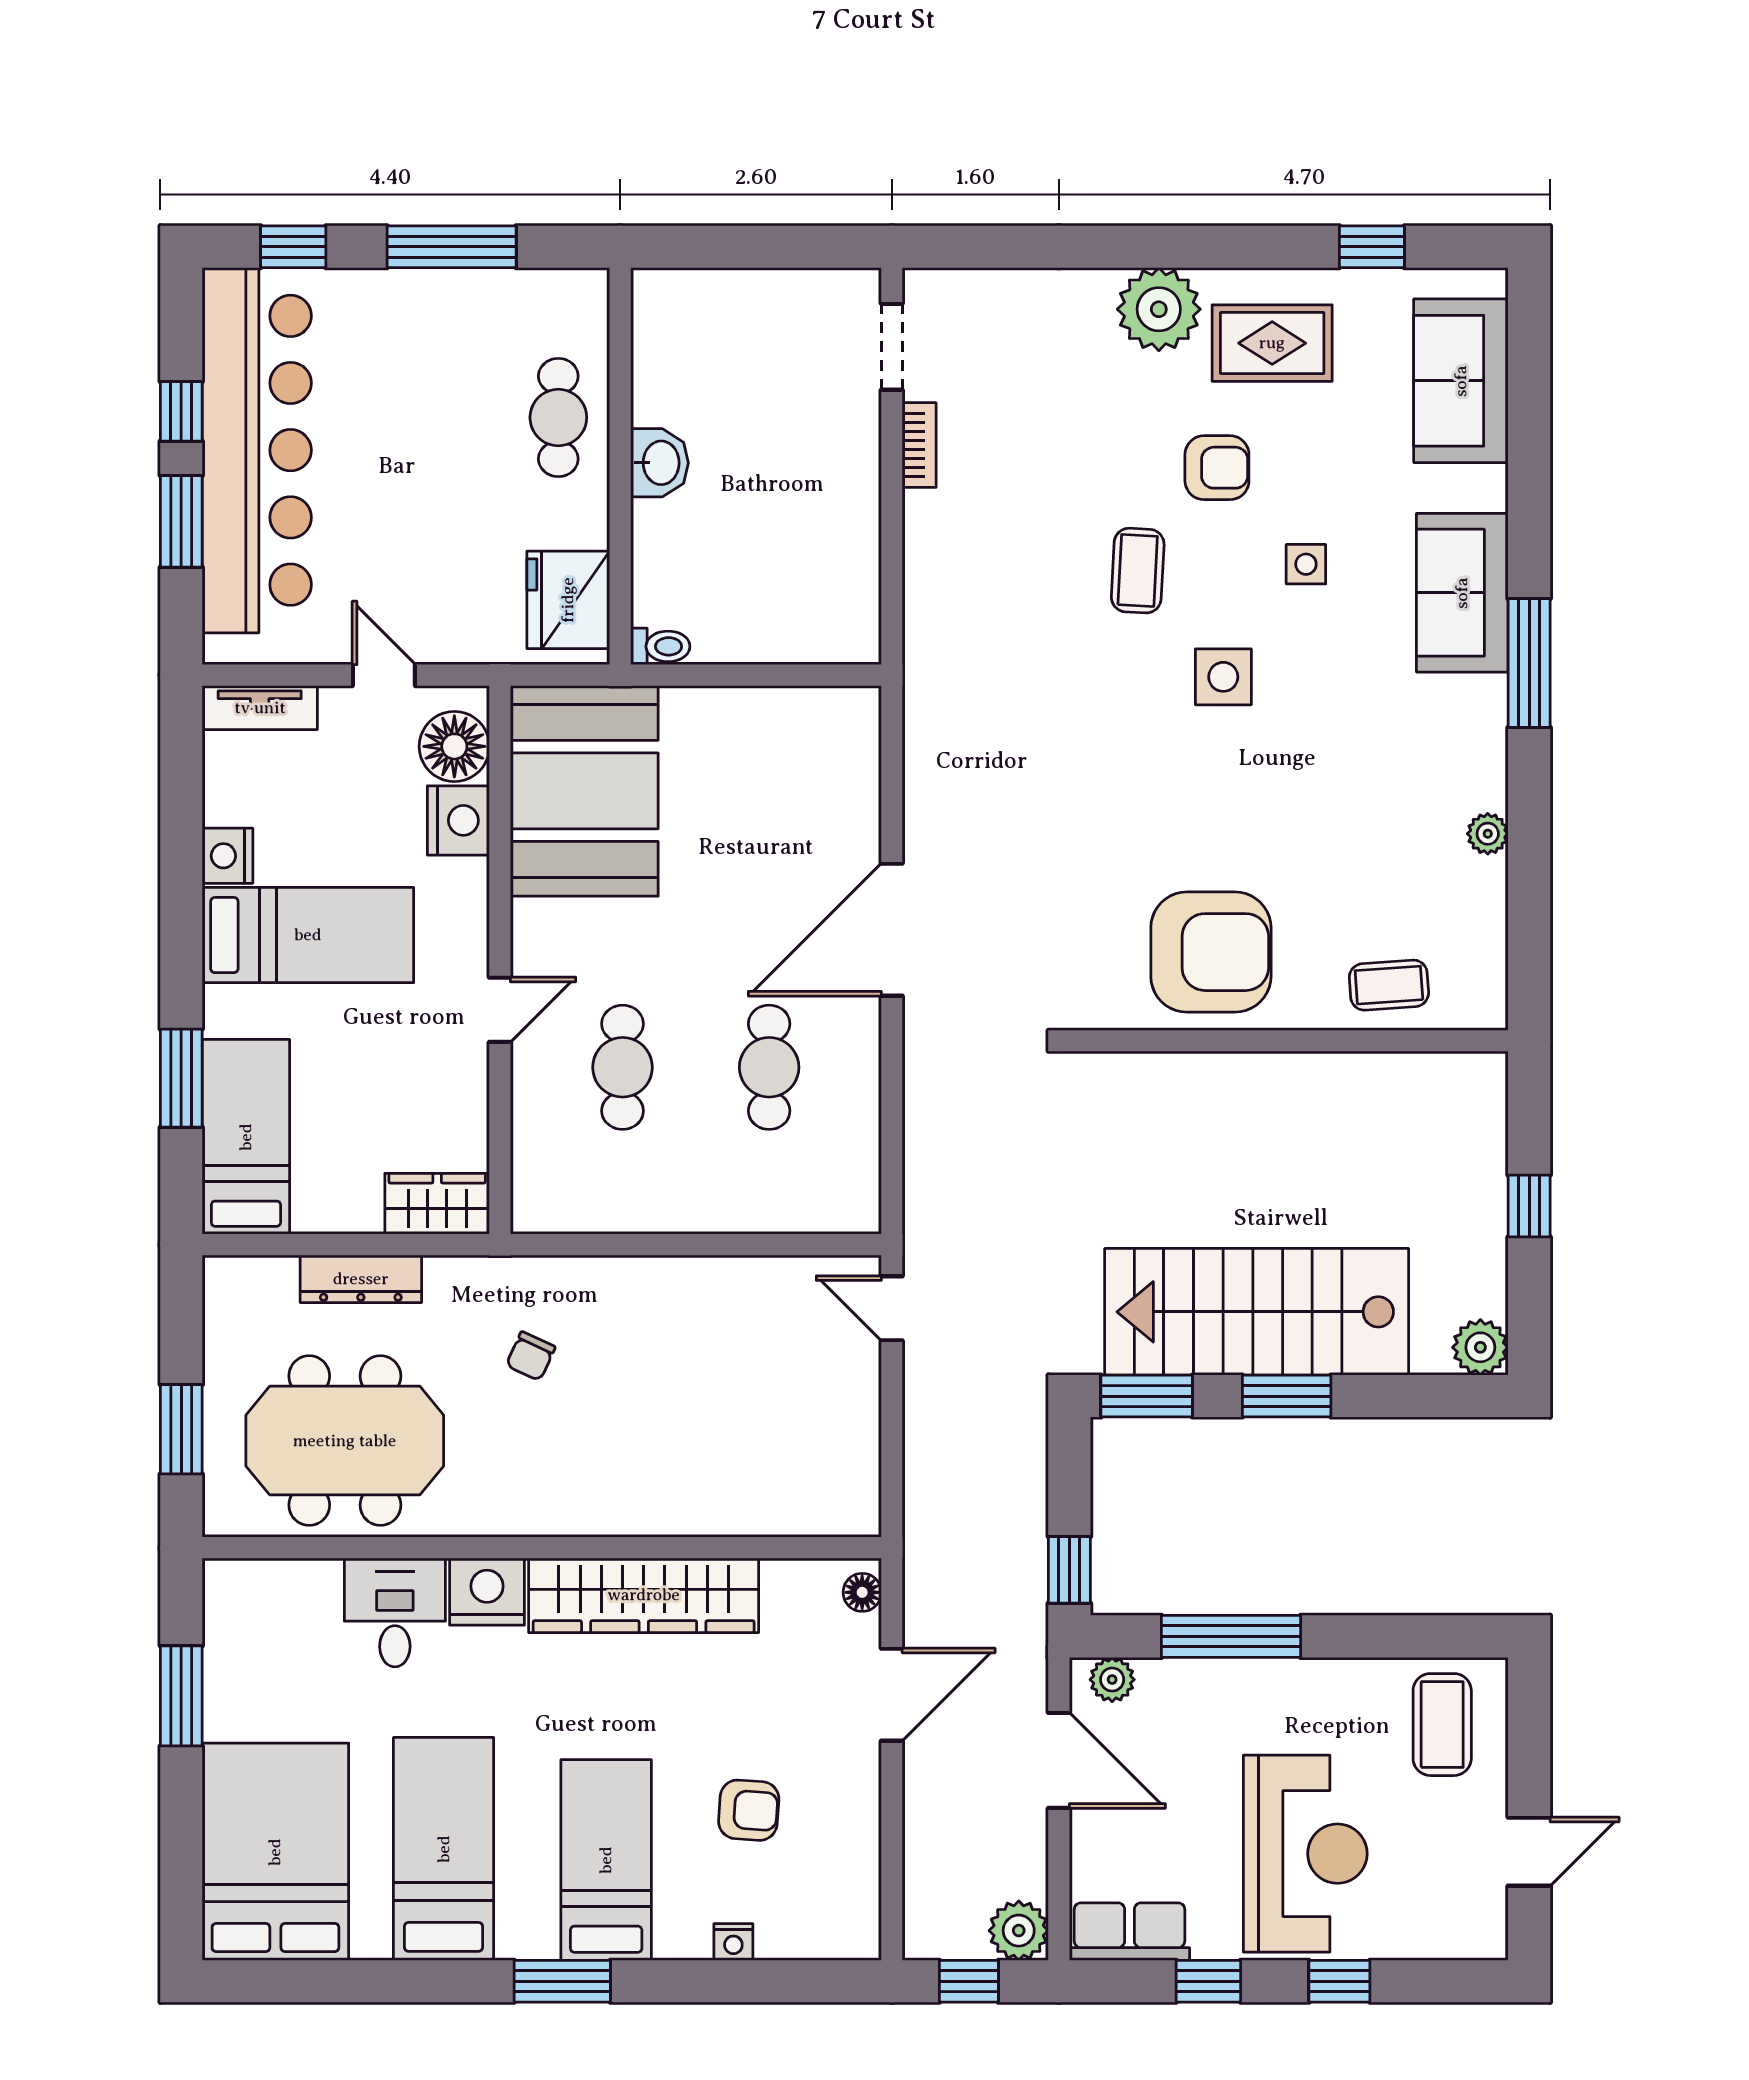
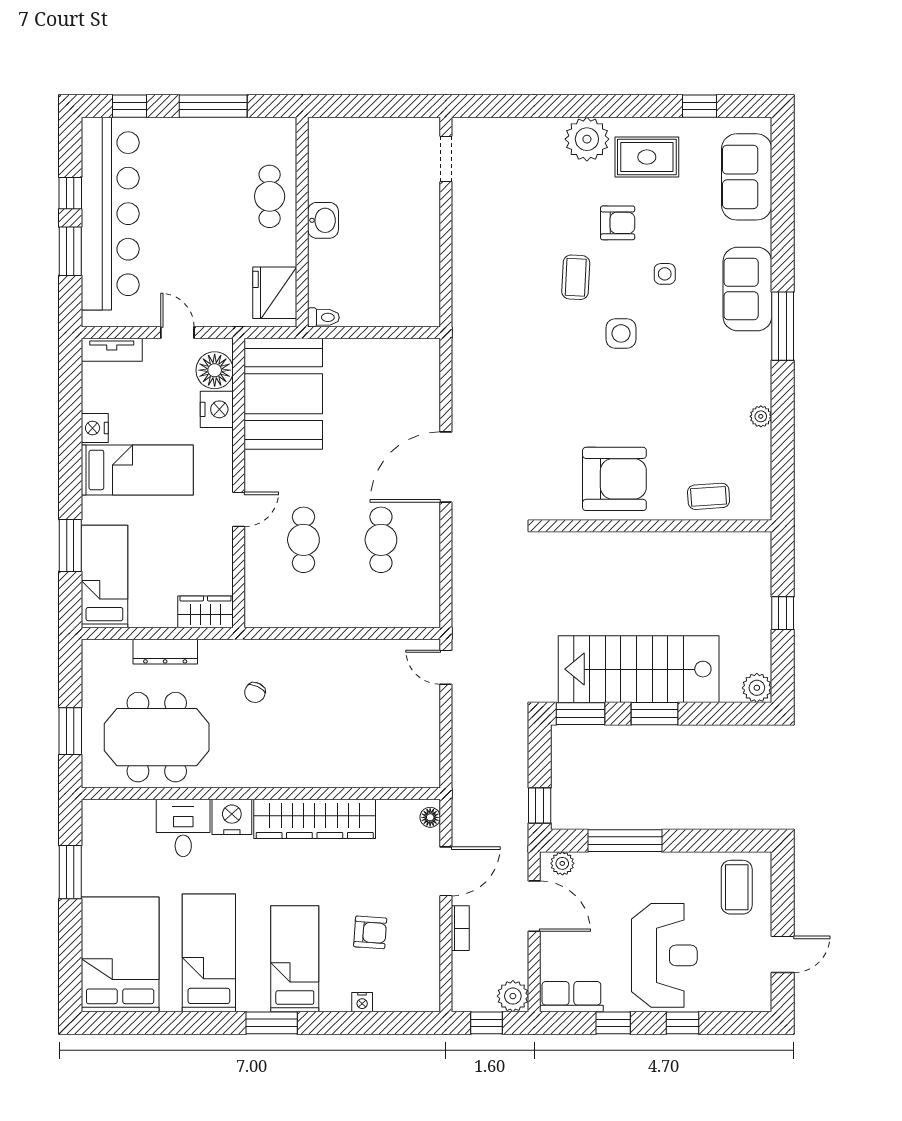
bookcase: (919, 445) -> (460, 928), moved

